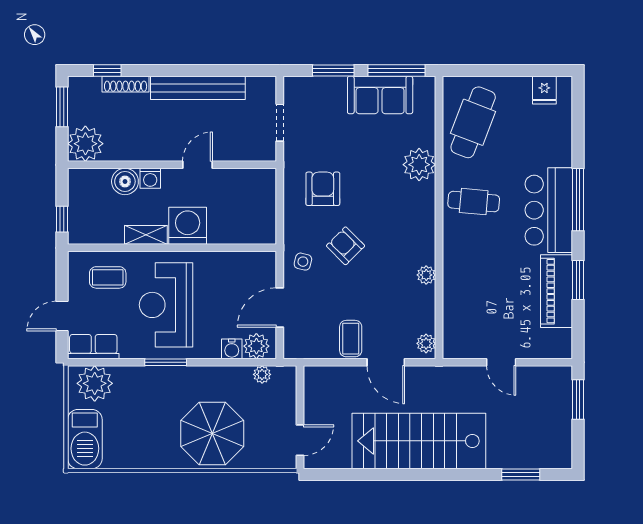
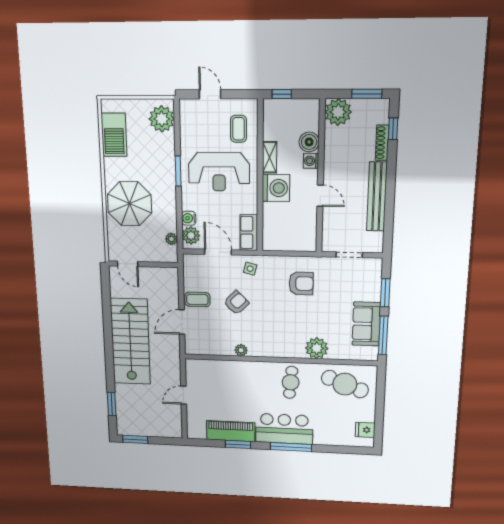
armchair: (346, 246) -> (236, 303), moved
reception desk: (166, 305) -> (219, 172), turned 180
plant: (426, 343) -> (195, 348), removed
row of seats: (93, 347) -> (249, 233), moved, turned 180
window: (578, 399) -> (135, 439), moved
barbecue: (85, 439) -> (114, 135), moved, turned -90

